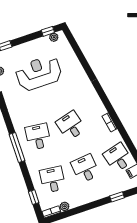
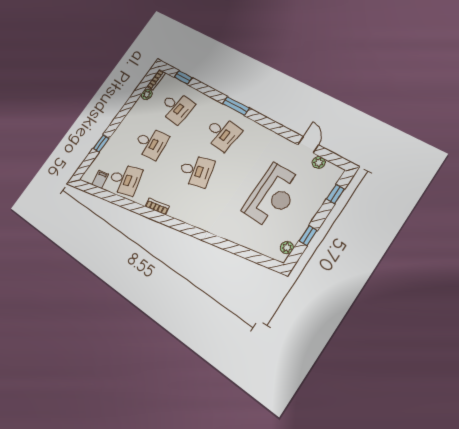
window: (48, 31) -> (308, 236), moved
window: (17, 148) -> (236, 106), width x0.69

